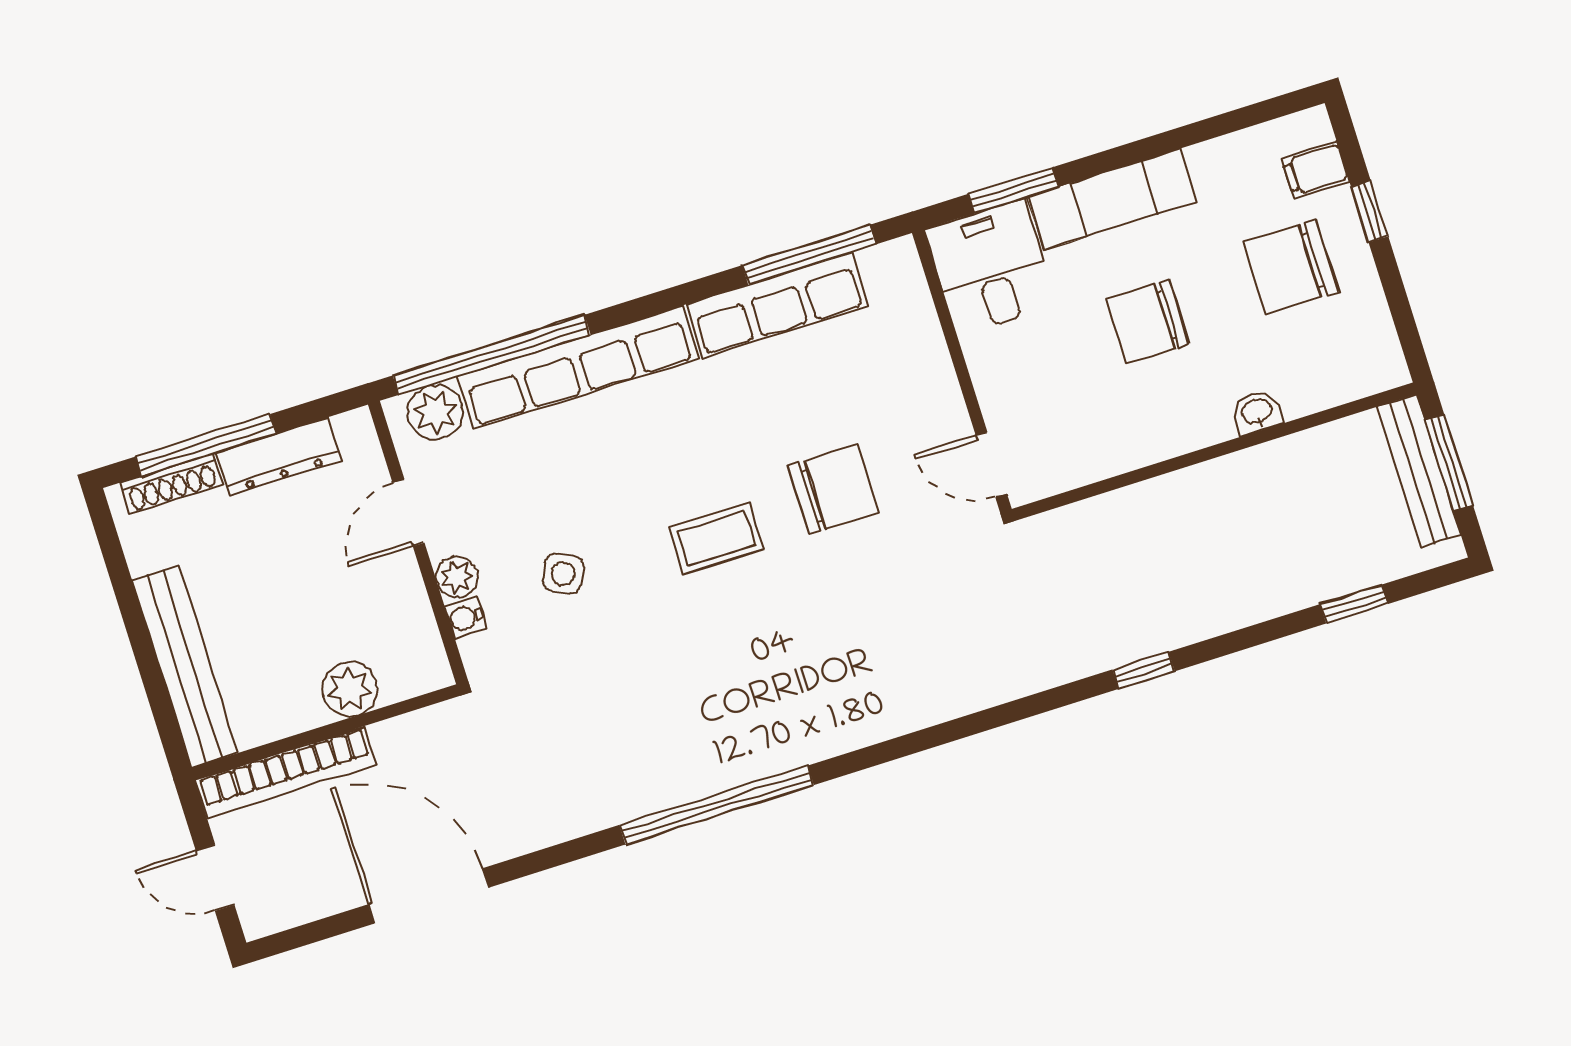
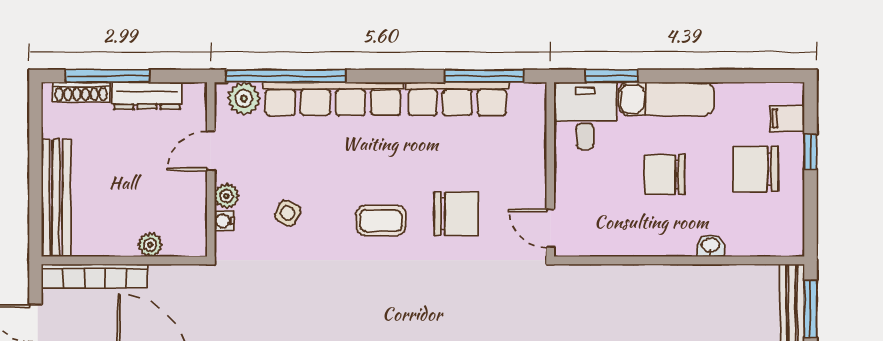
plant: (350, 689) -> (150, 245), width x0.73, depth x0.73

